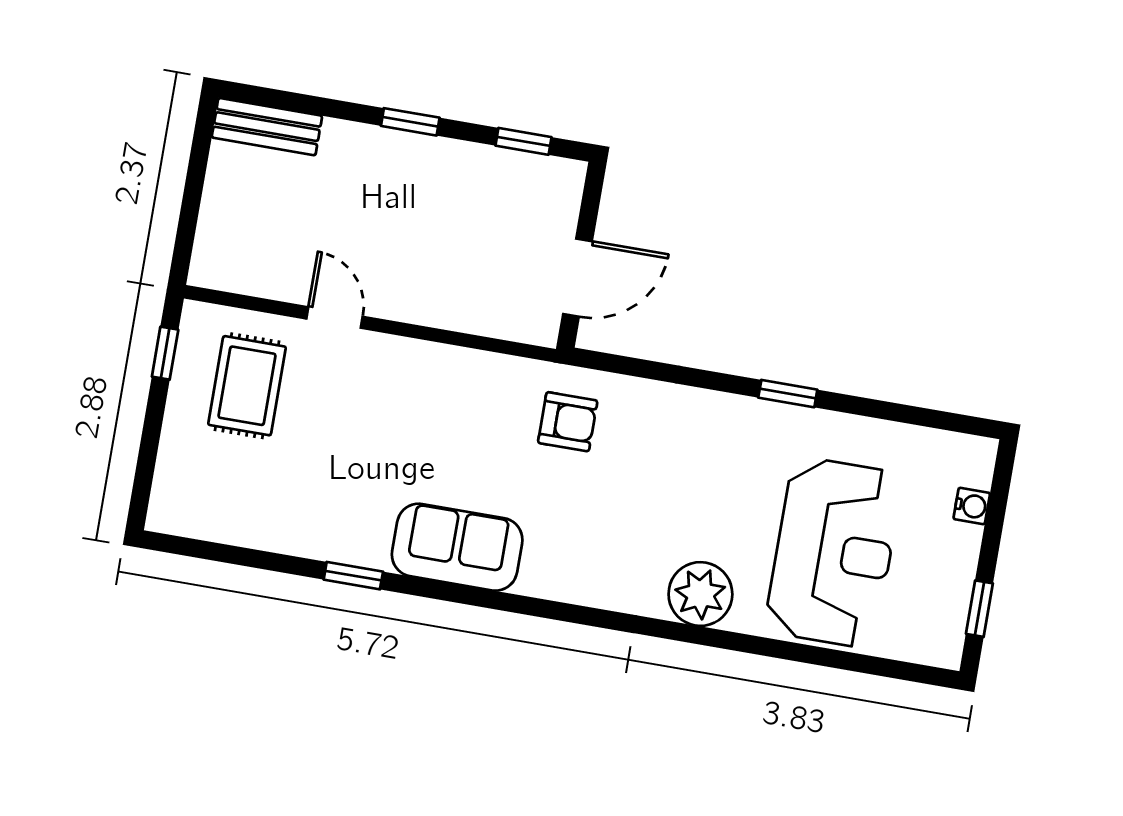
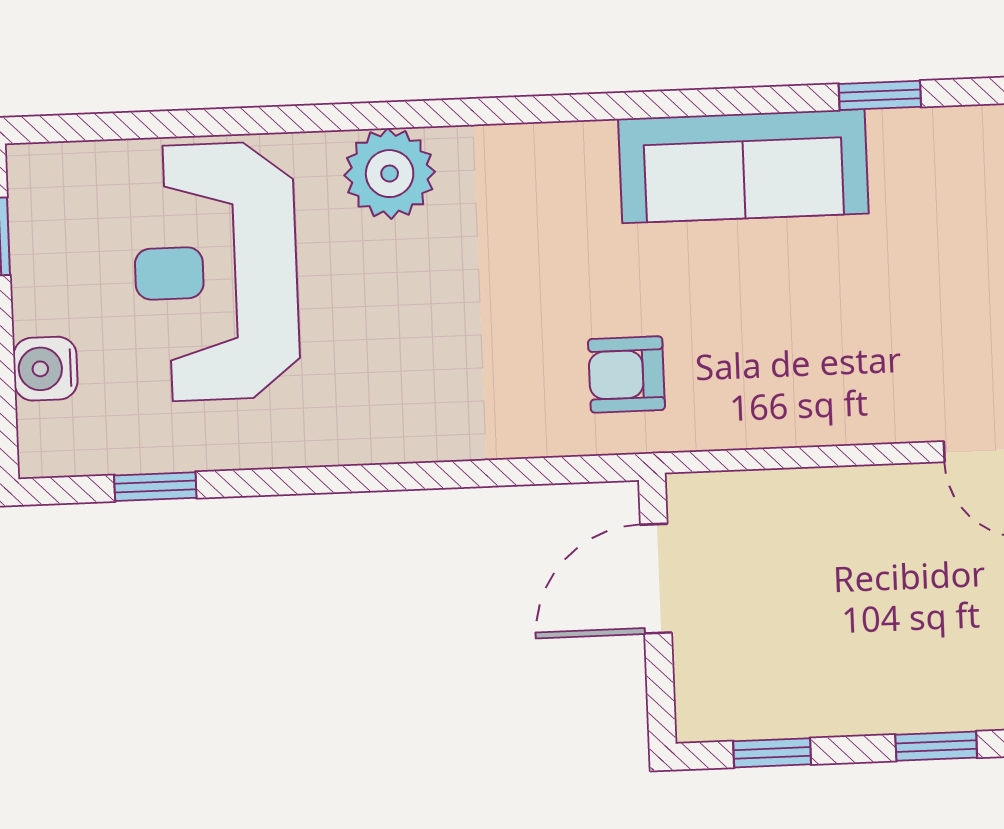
window: (788, 394) -> (155, 487), moved
water cooler: (972, 506) -> (45, 369), width x1.38, depth x1.38
sofa: (457, 547) -> (743, 166), width x1.36

